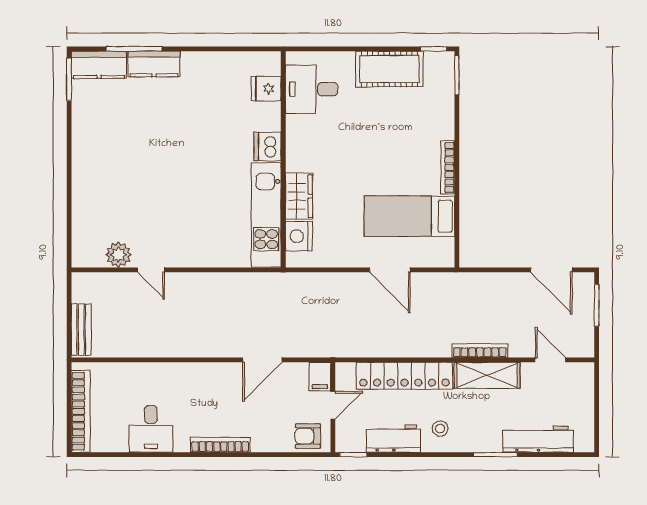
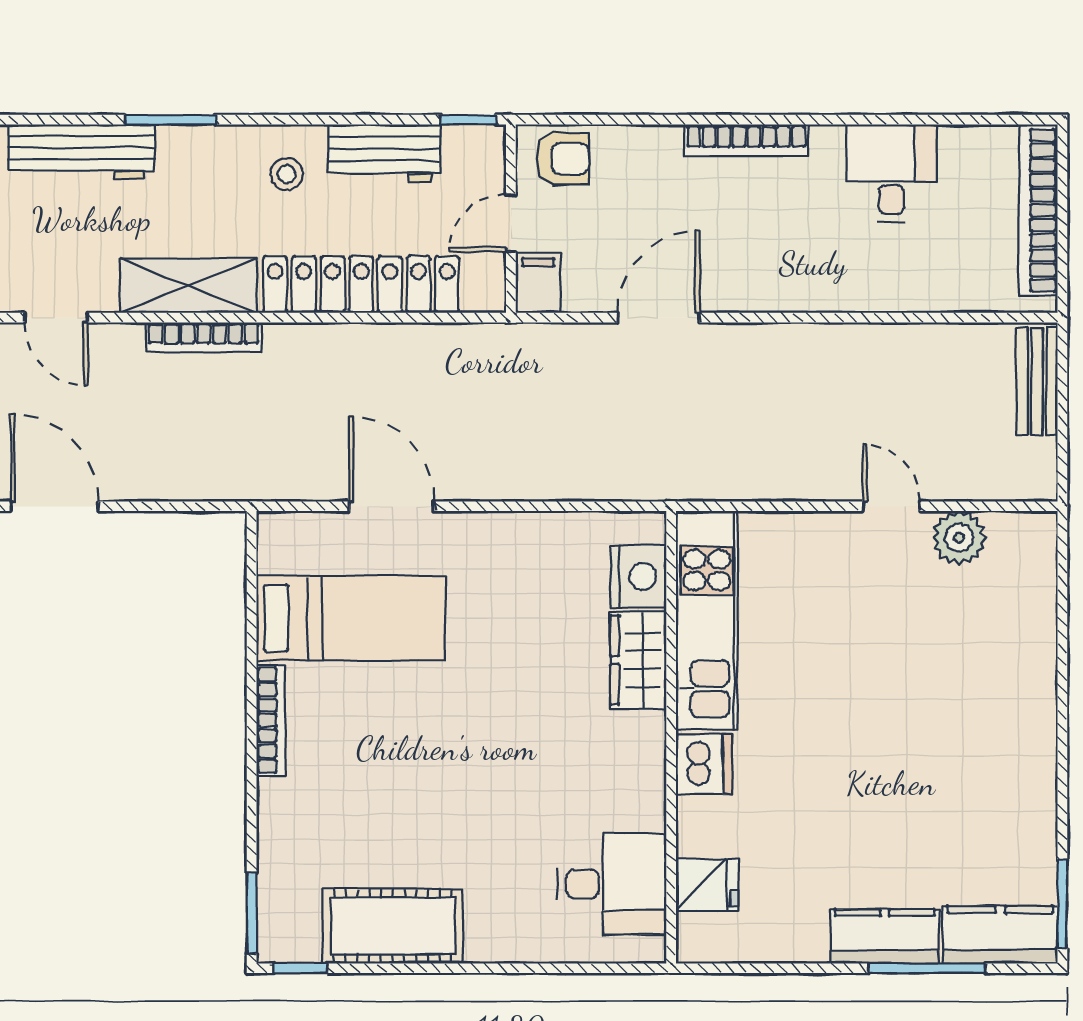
fridge: (266, 89) -> (707, 885), moved
desk: (312, 89) -> (612, 884), moved
dishwasher: (268, 146) -> (704, 764), moved
wall: (283, 159) -> (671, 737), moved
wardrobe: (299, 196) -> (638, 660), moved
kitchen unit: (266, 215) -> (707, 621), moved
nightstand: (299, 236) -> (638, 577), moved

